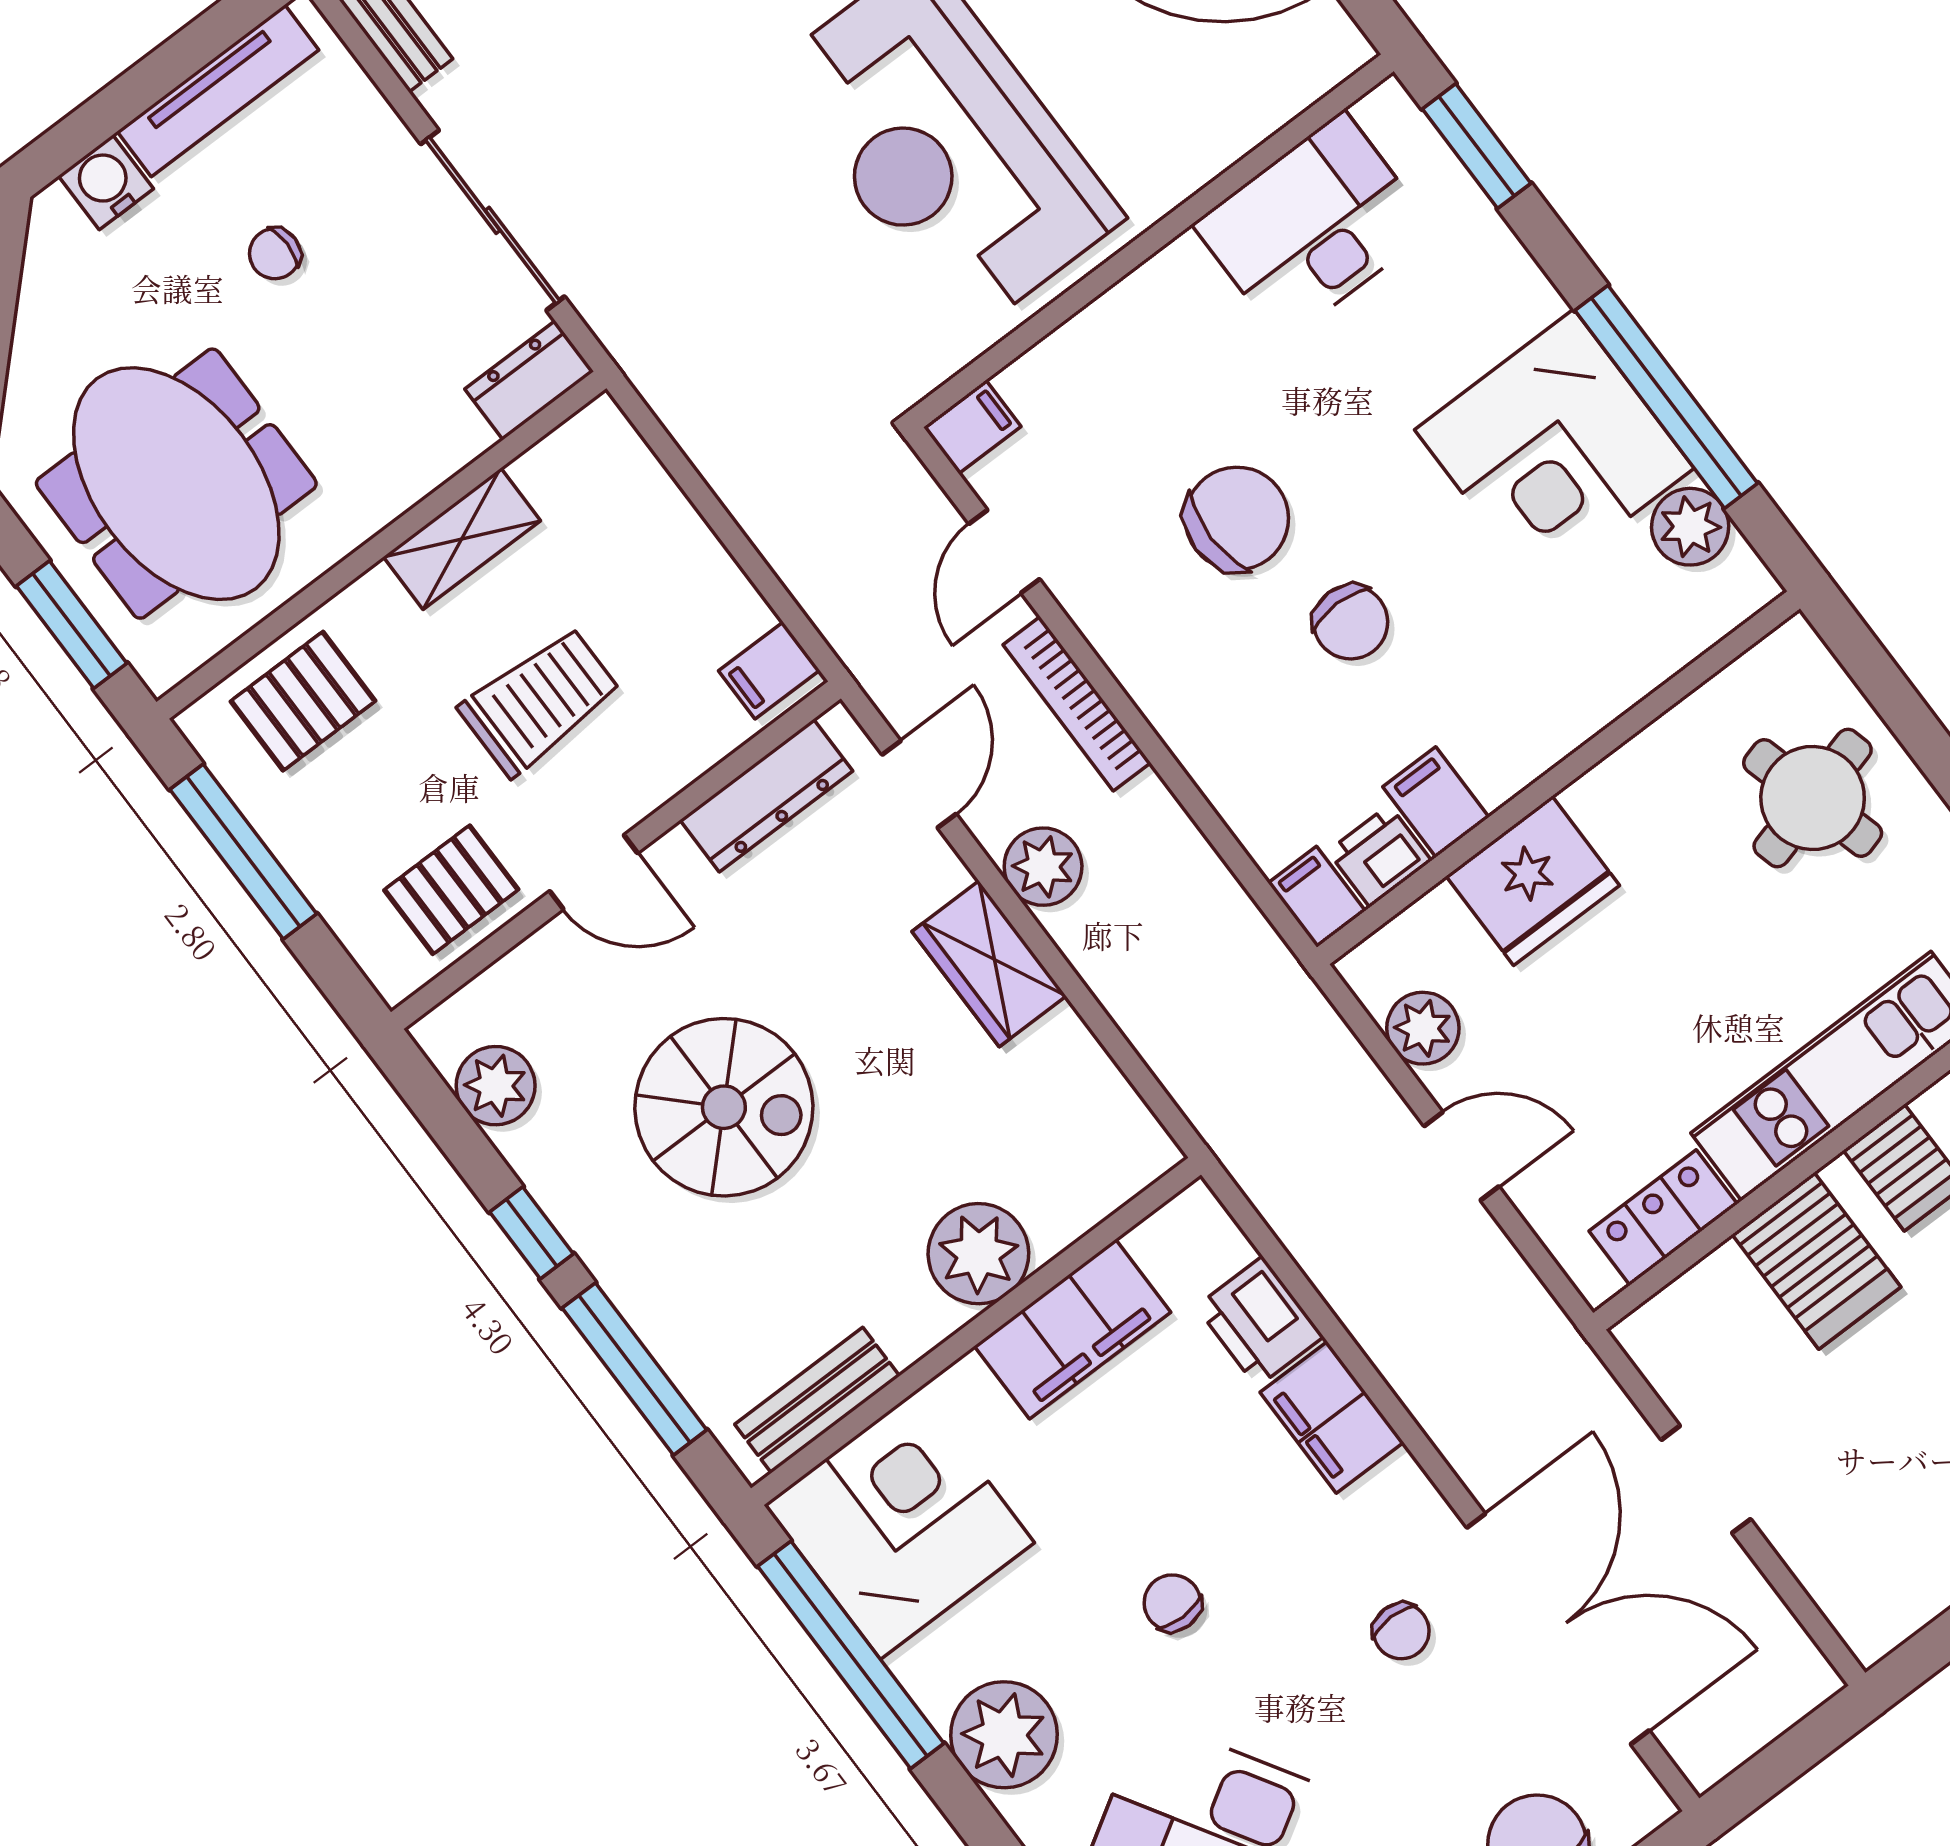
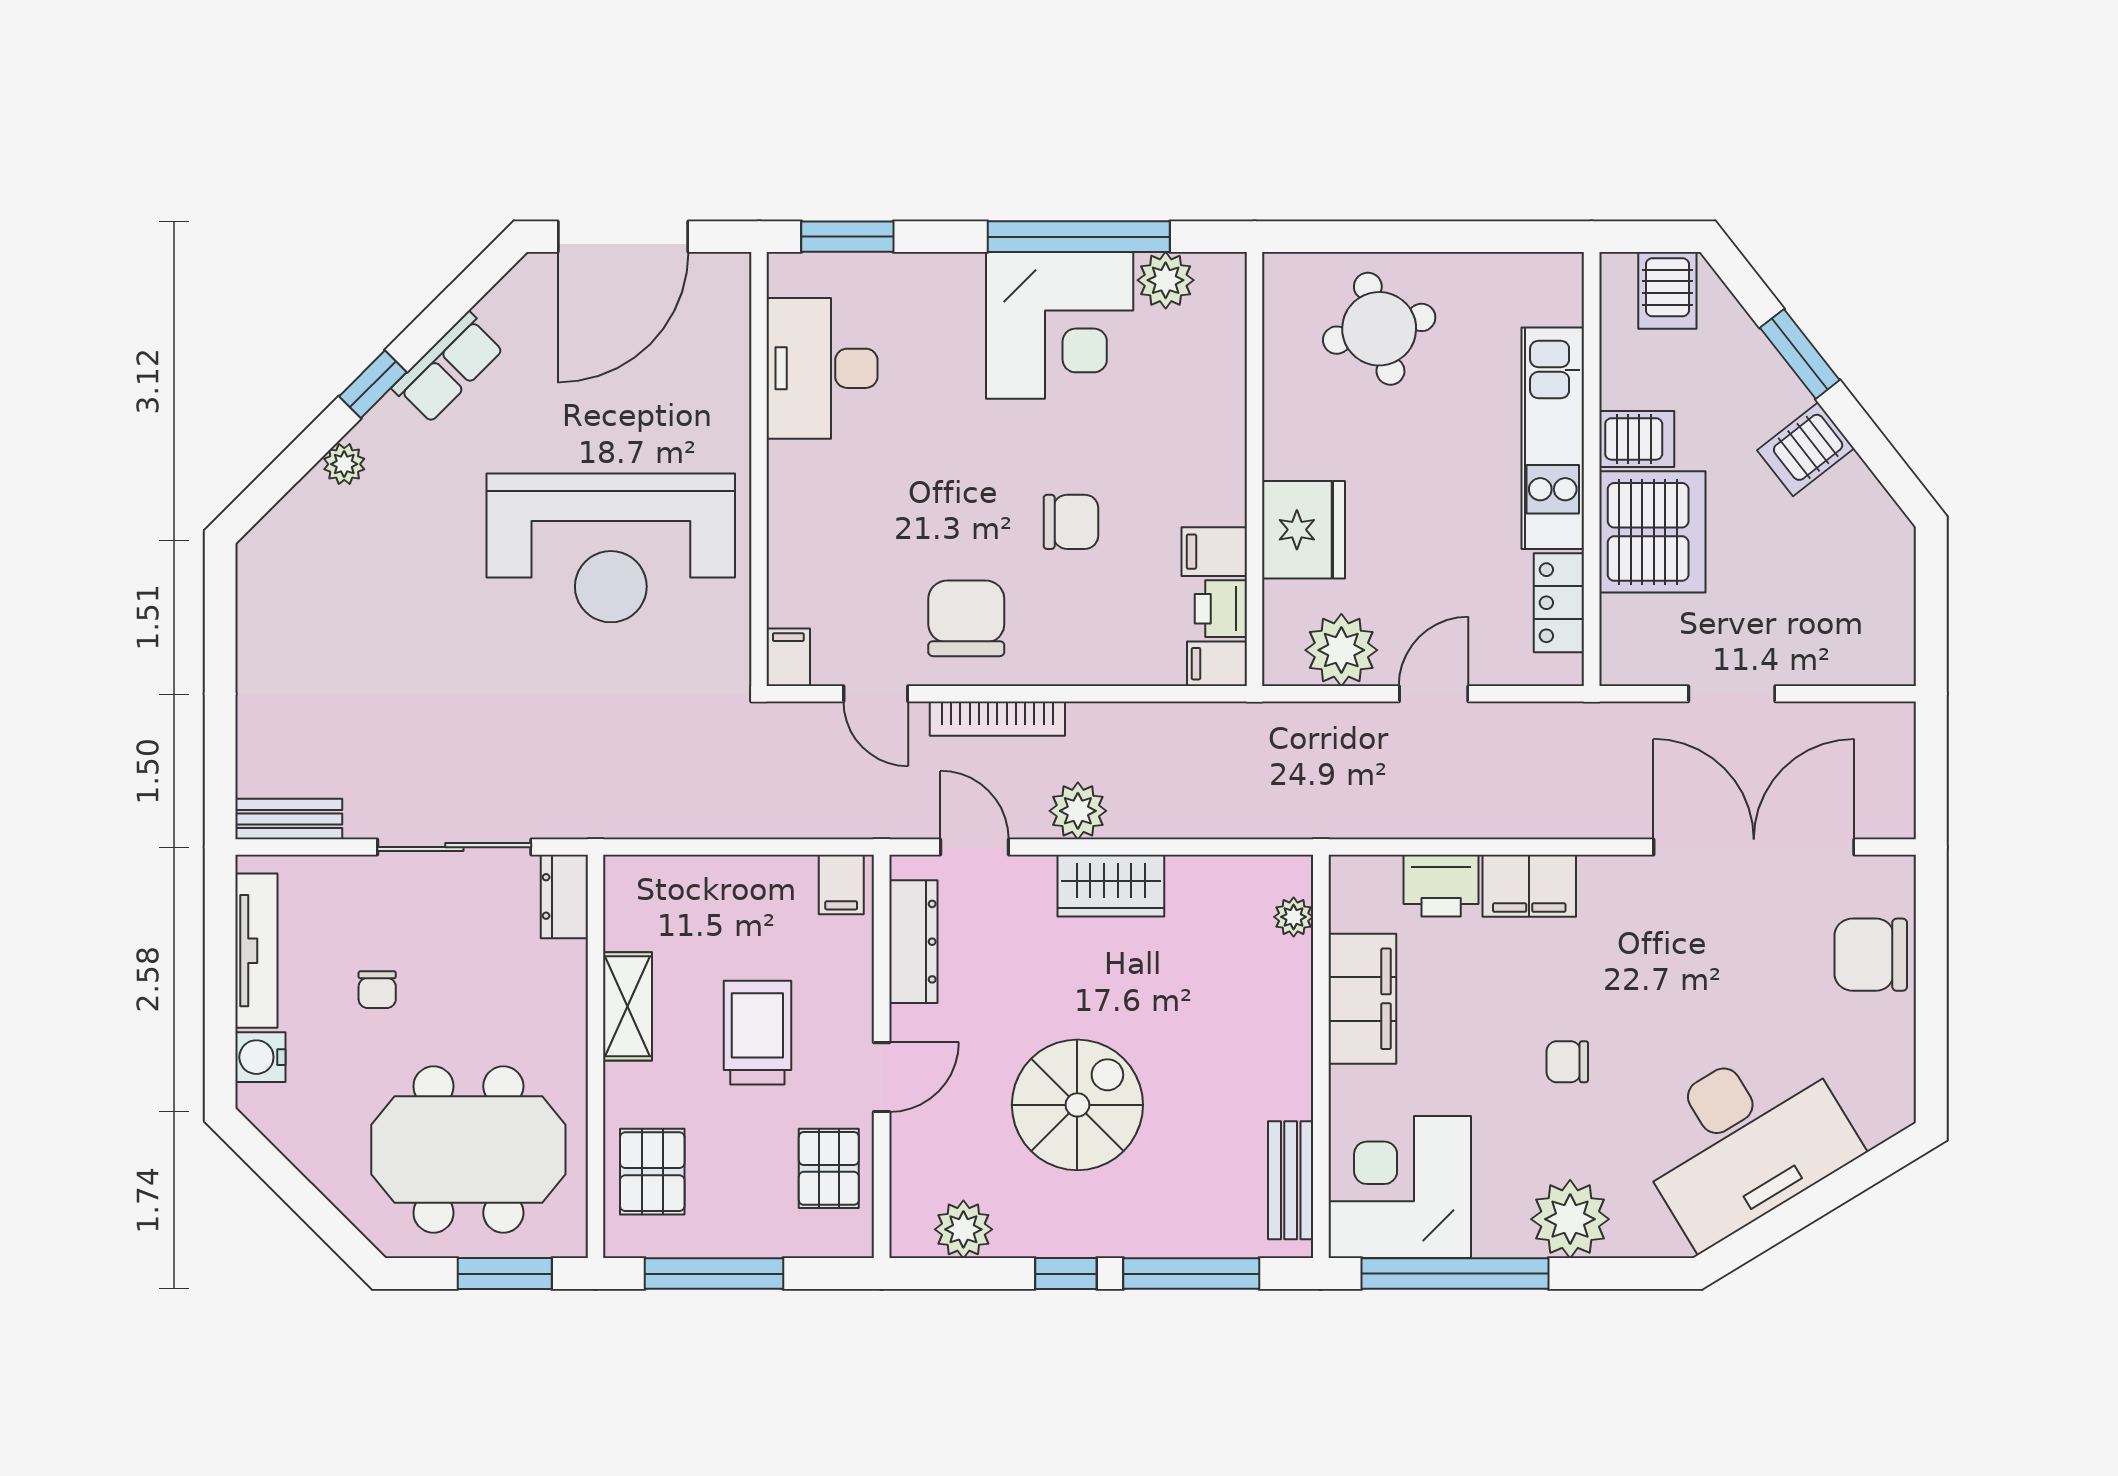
chair: (1237, 519) -> (966, 618), moved
plant: (1423, 1028) -> (1341, 650), width x1.36, depth x1.36
plant: (978, 1254) -> (1294, 917), moved, width x0.53, depth x0.53
server rack: (1816, 1261) -> (1652, 532), width x1.60
chair: (1401, 1631) -> (1686, 940), removed

